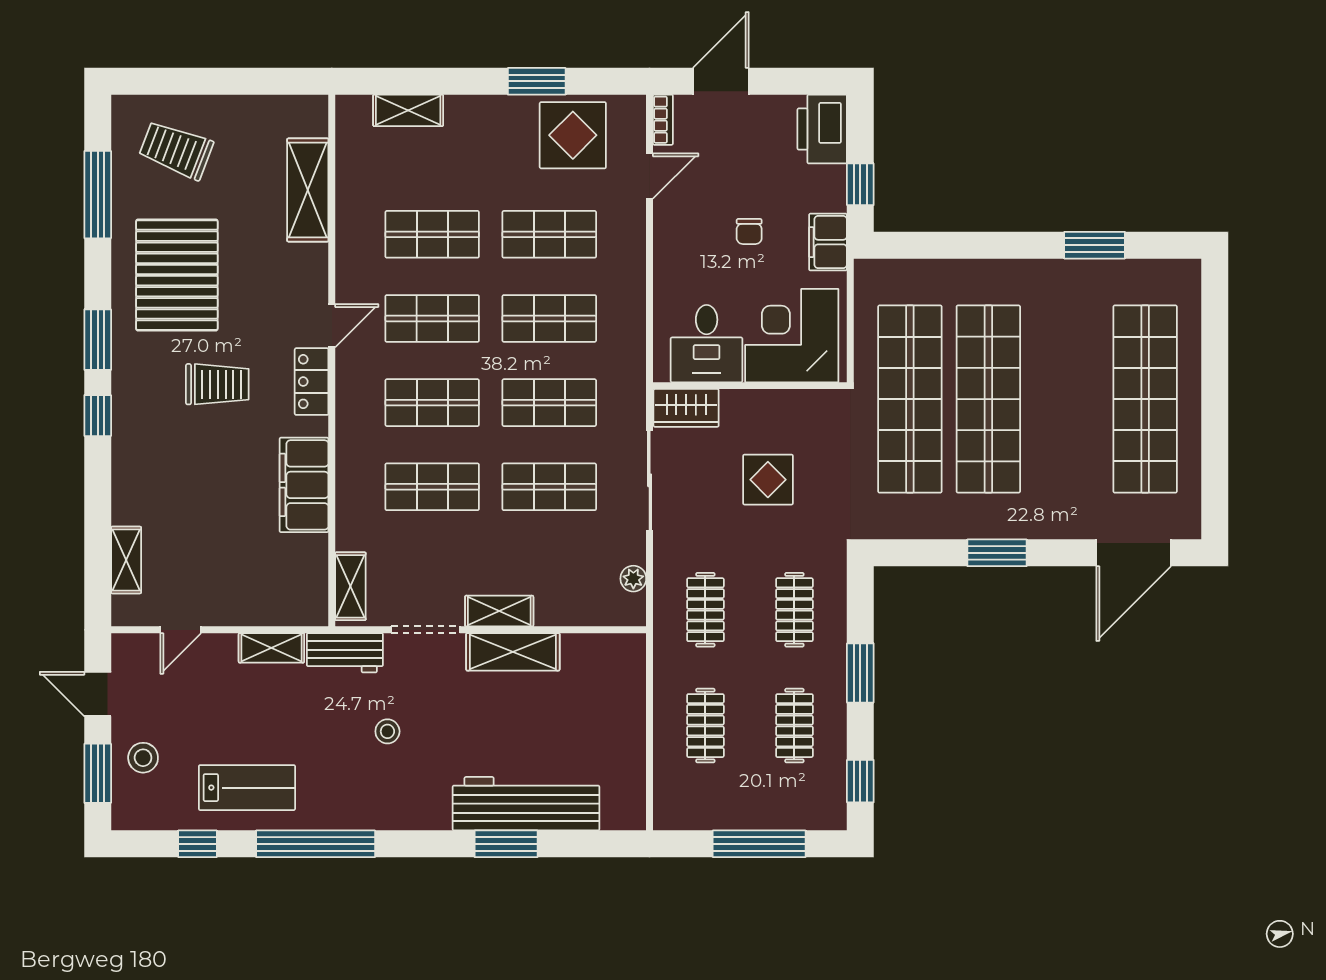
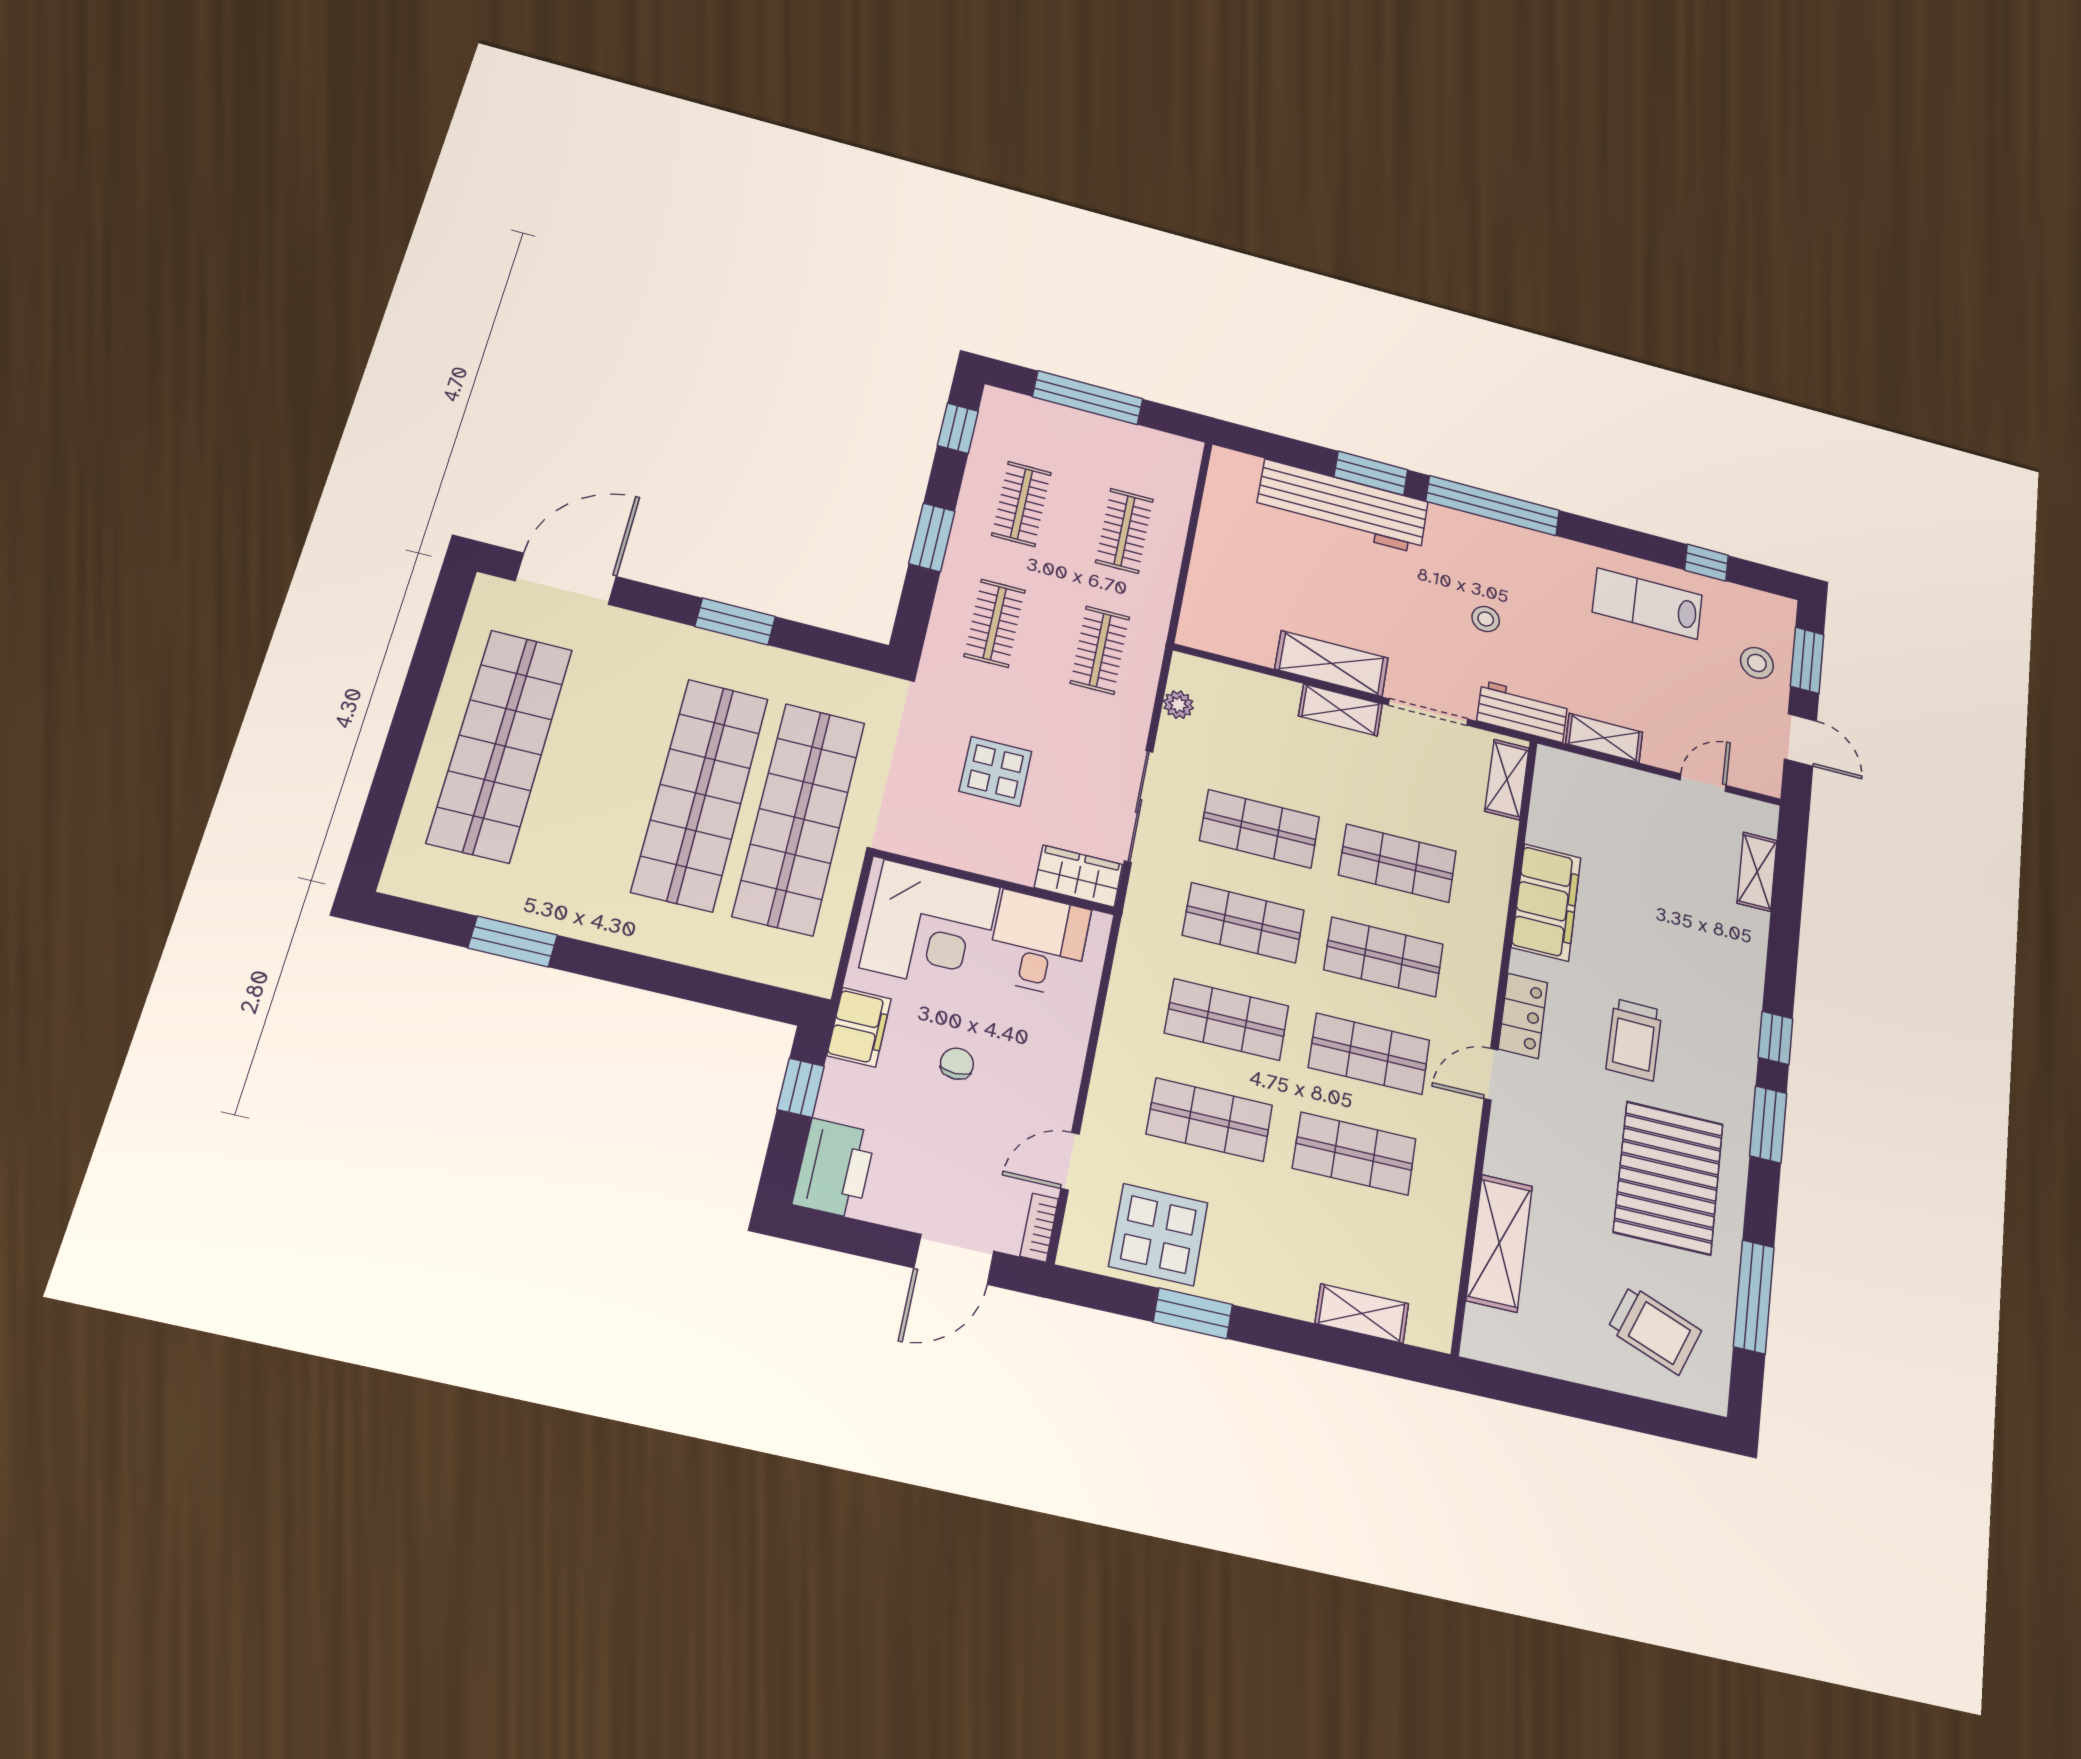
trolley: (217, 384) -> (1634, 1040), turned -89
window: (316, 844) -> (1493, 506), moved

